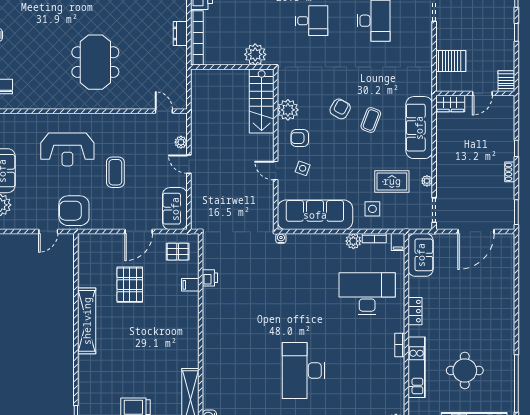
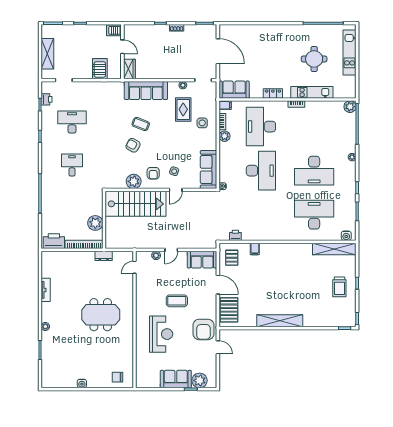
dresser: (180, 34) -> (104, 256), moved
plant: (255, 54) -> (95, 223), moved
stairs: (262, 101) -> (136, 204), width x1.36, depth x1.51
sofa: (315, 215) -> (209, 170), width x0.74, depth x0.79
printer: (210, 278) -> (235, 235), moved
pallet: (130, 285) -> (229, 310), moved, turned 90
desk: (303, 294) -> (261, 171), added
desk: (240, 371) -> (314, 215), added

